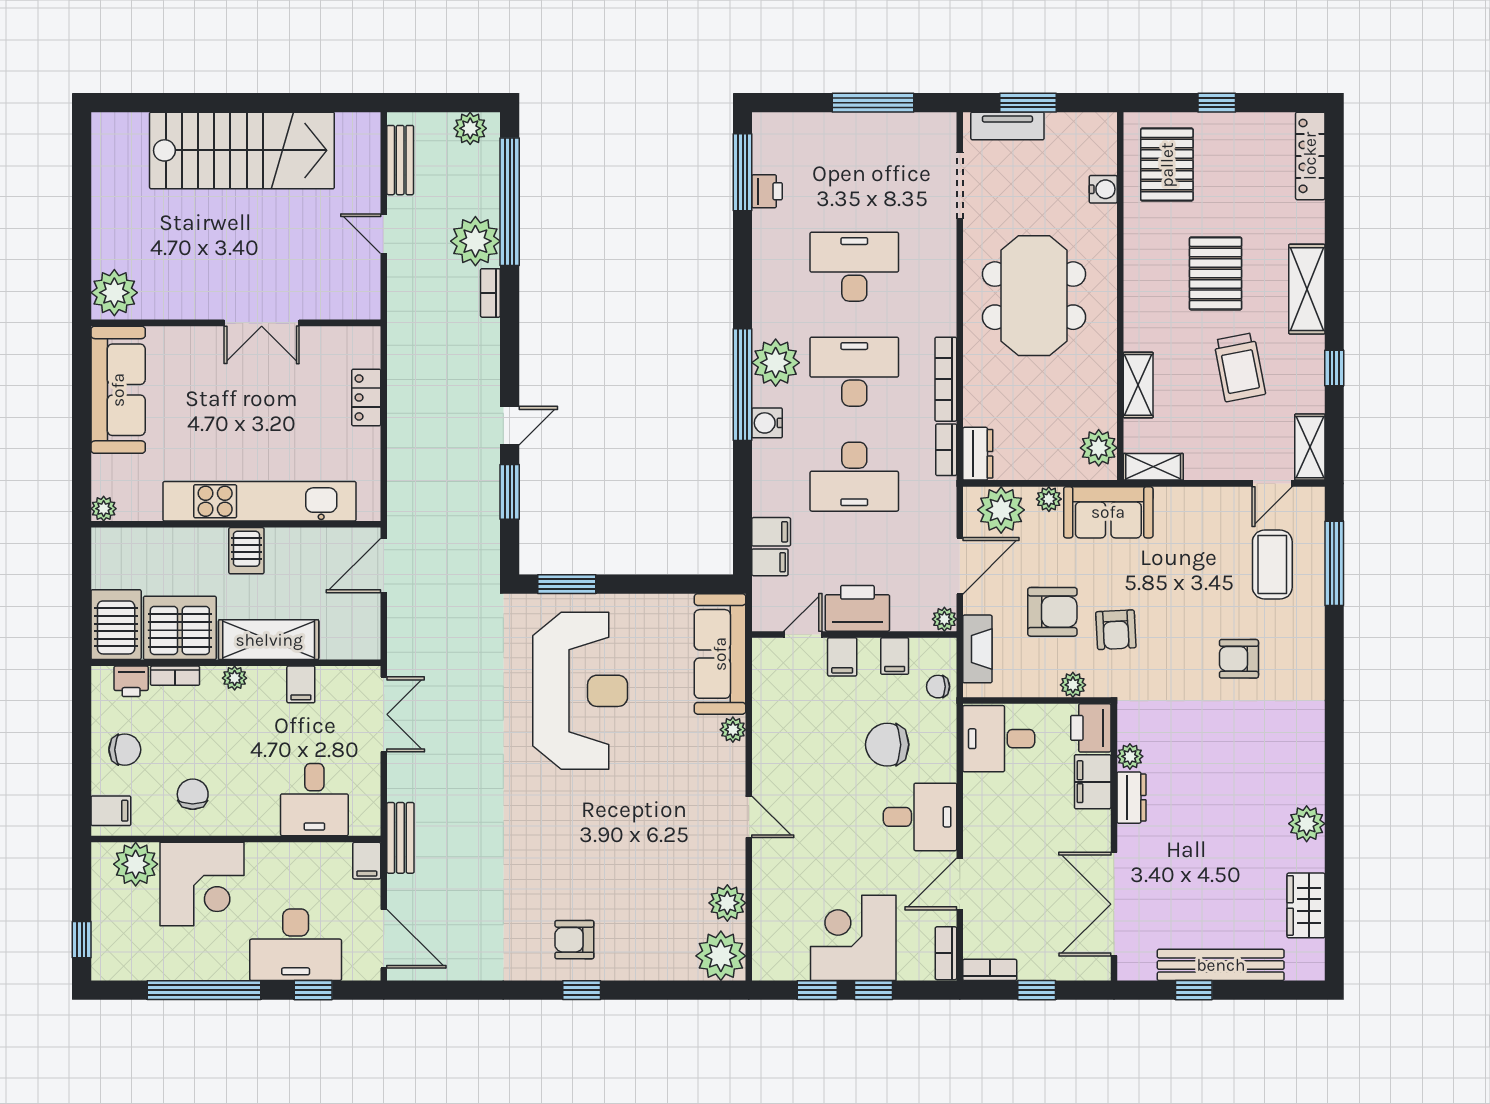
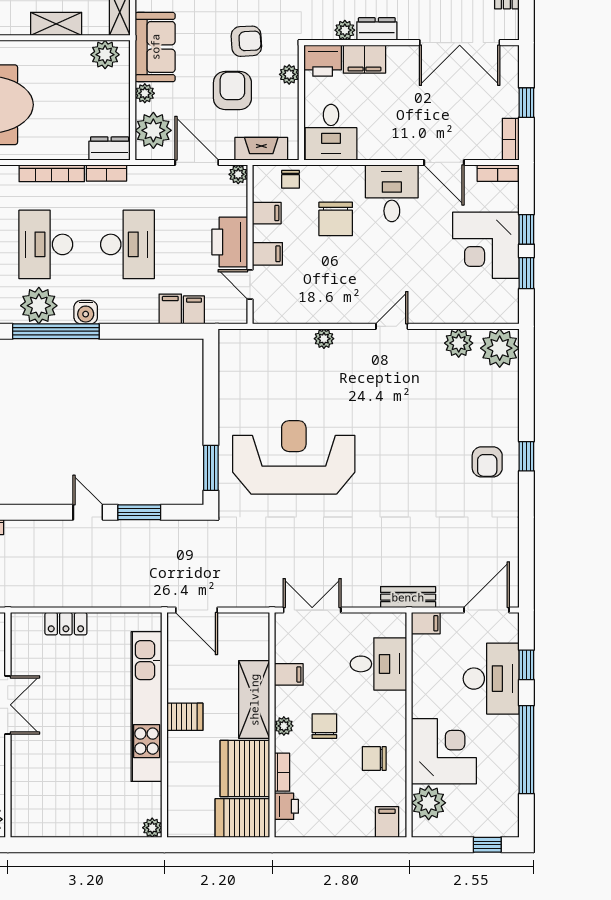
sofa: (118, 390) -> (60, 816), removed
sofa: (720, 654) -> (265, 349), removed
chair: (125, 750) -> (324, 726), moved

